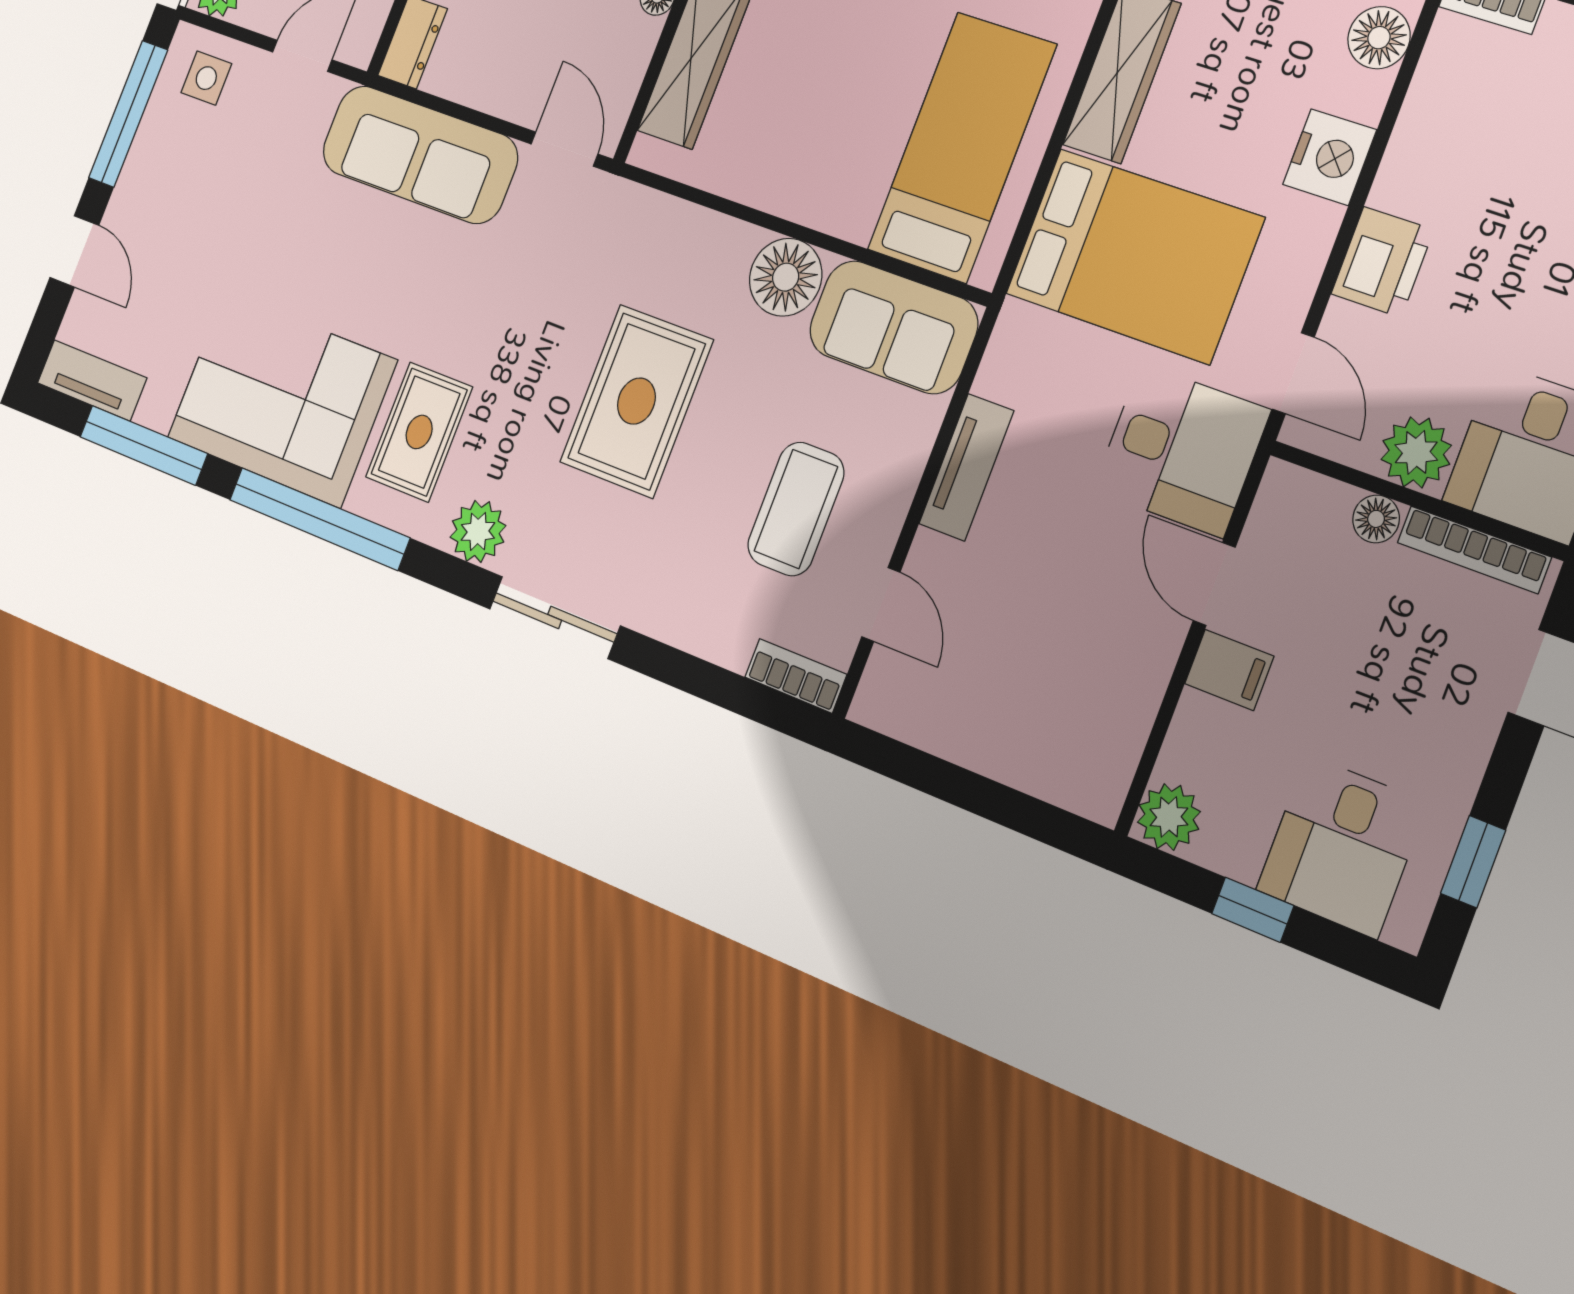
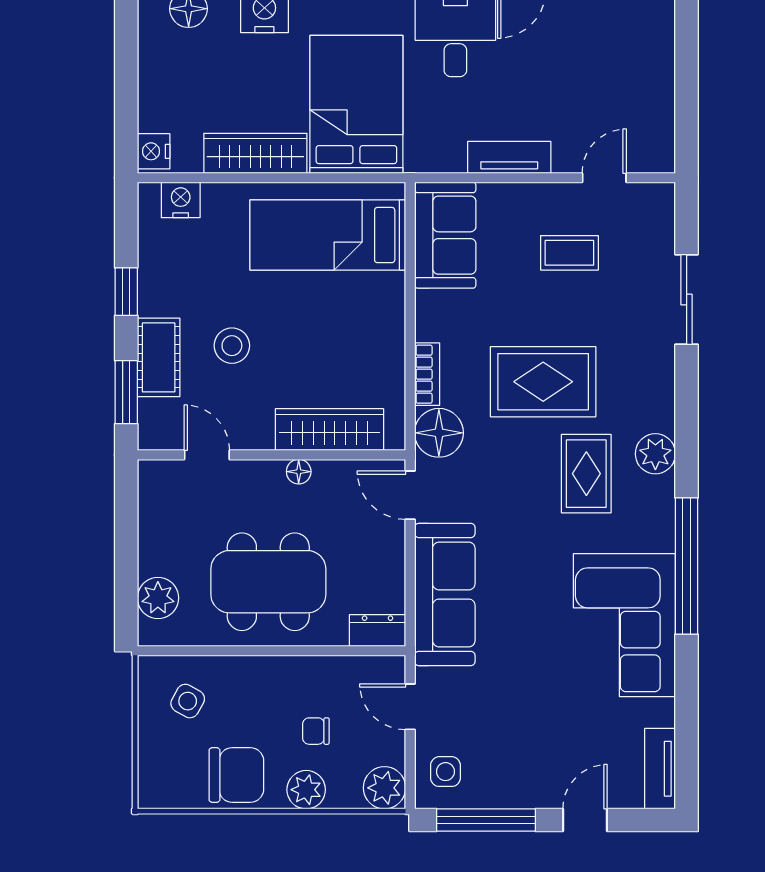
door: (564, 149) -> (410, 495), hinge flipped
floor lamp: (786, 277) -> (439, 433), moved
rug: (419, 432) -> (586, 474), moved, turned 90
window: (144, 445) -> (687, 712), removed
coffee table: (796, 509) -> (569, 253), width x0.73, depth x0.77
sliding door: (555, 617) -> (687, 300), moved
bookcase: (796, 676) -> (427, 374), moved, turned 180

